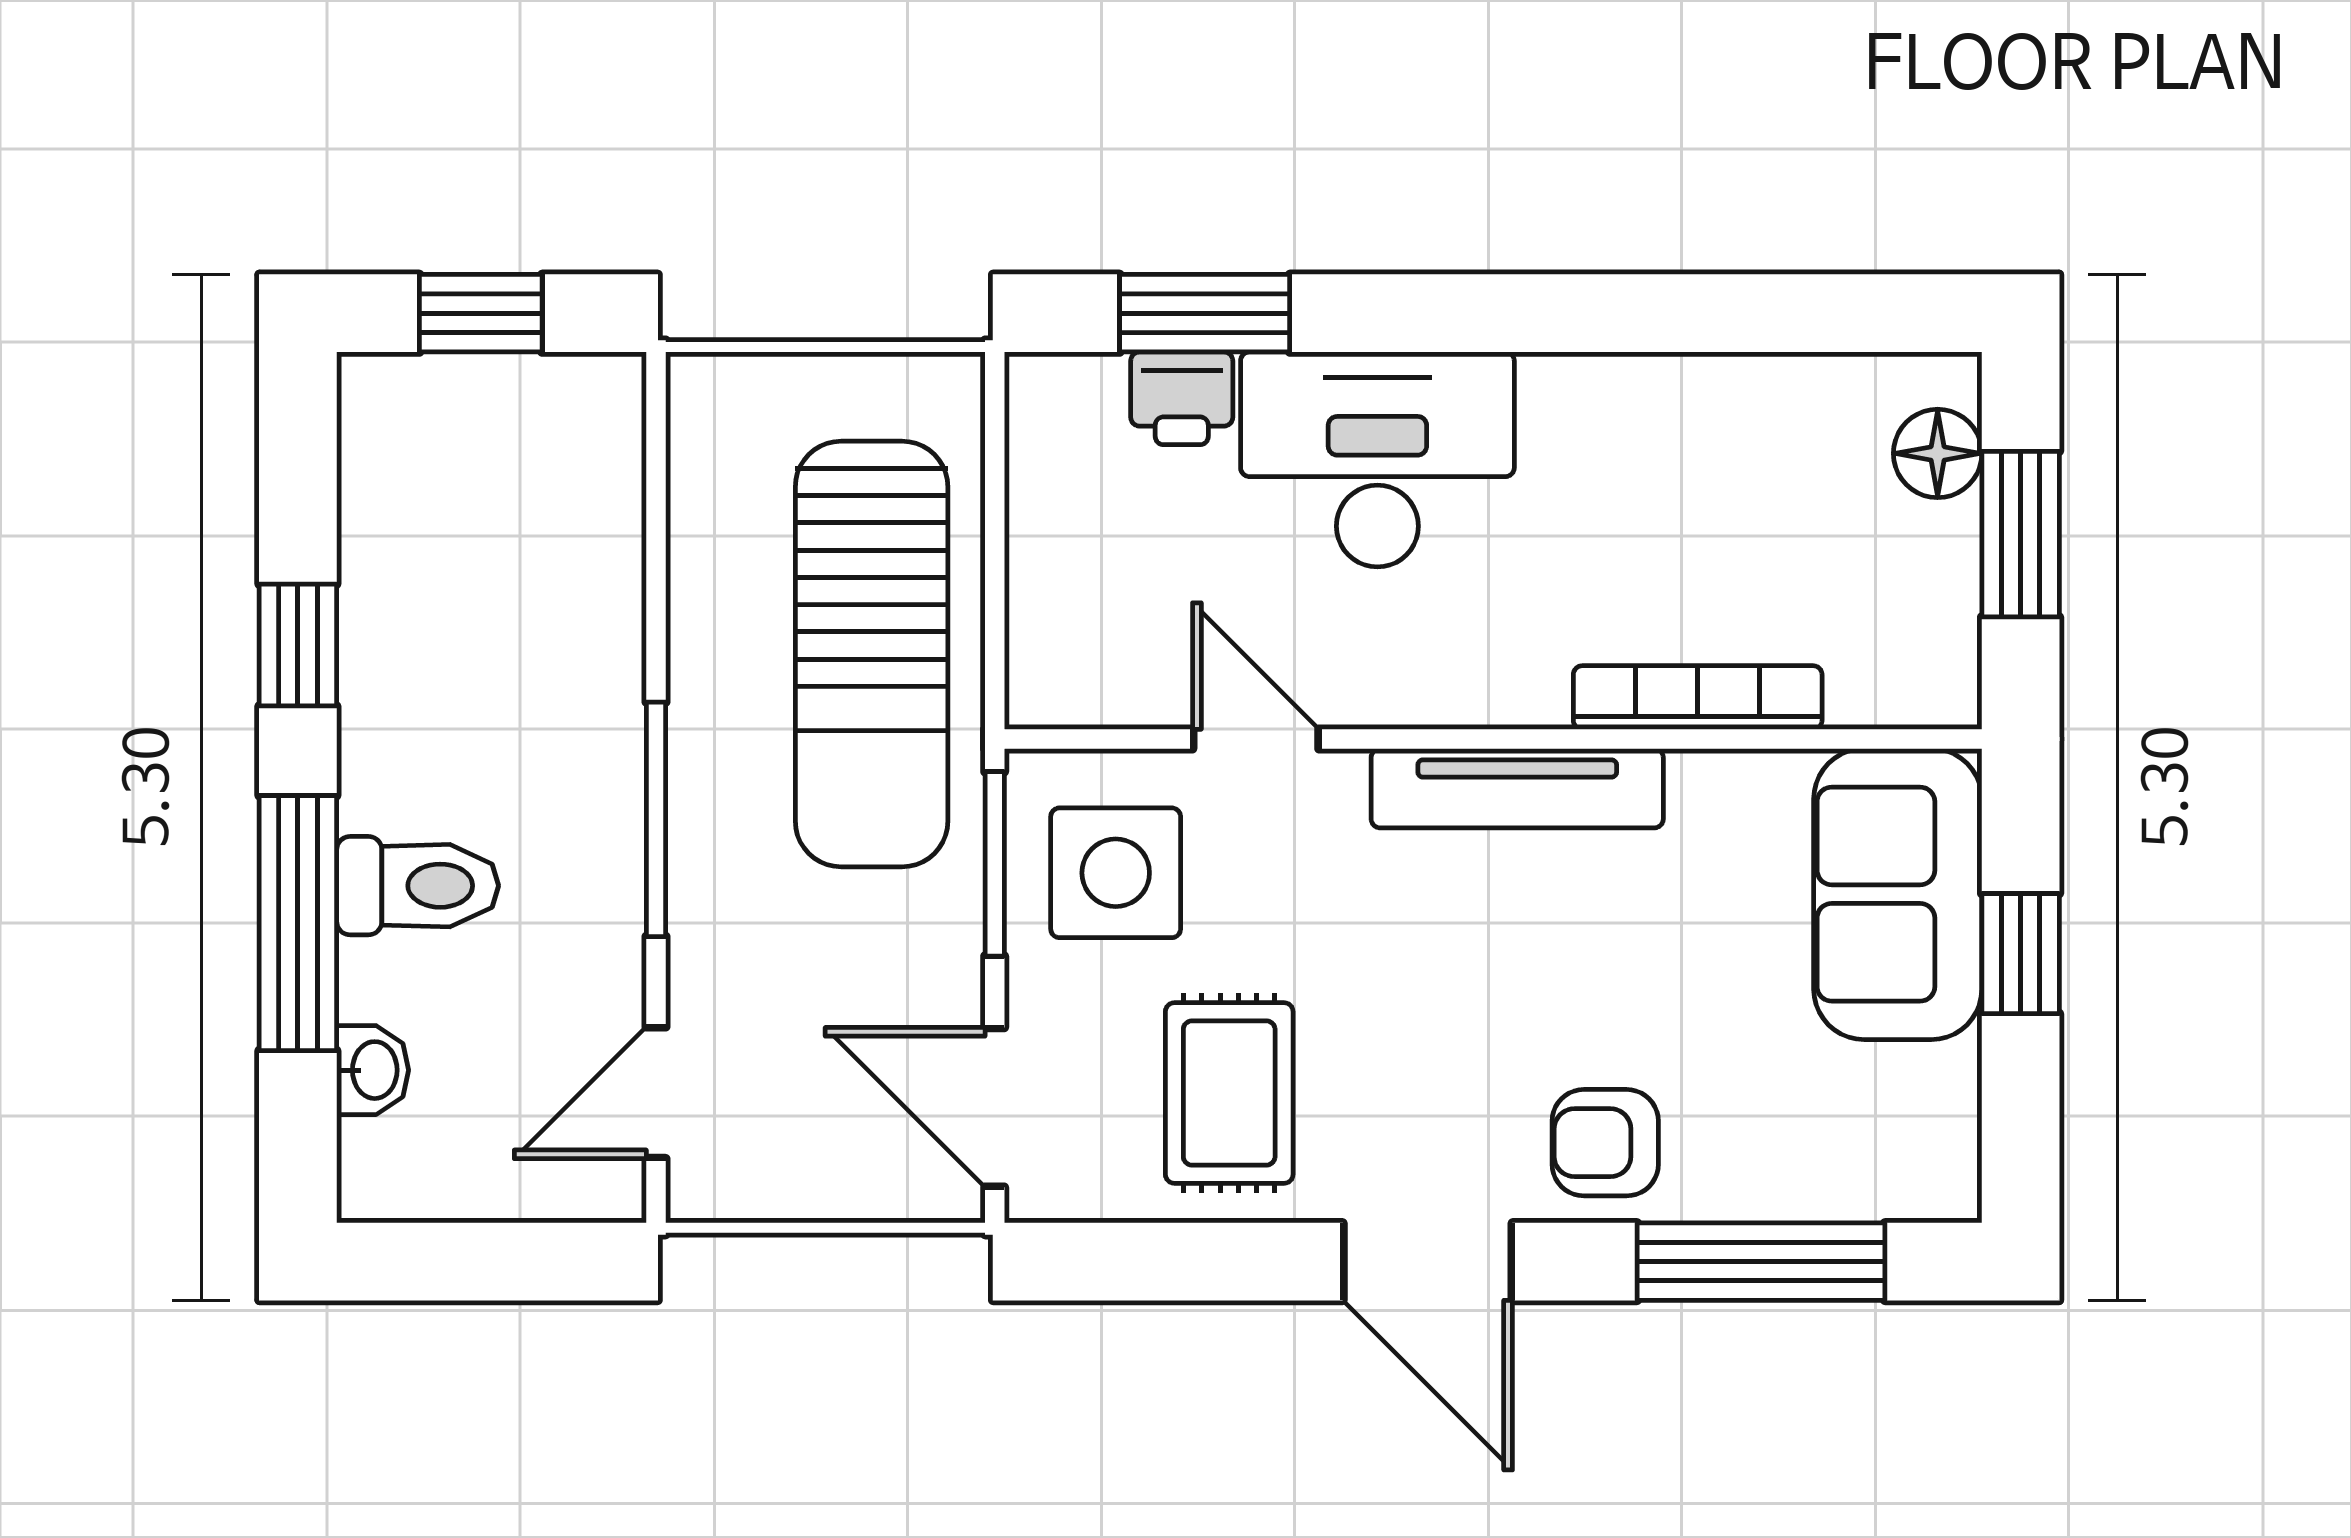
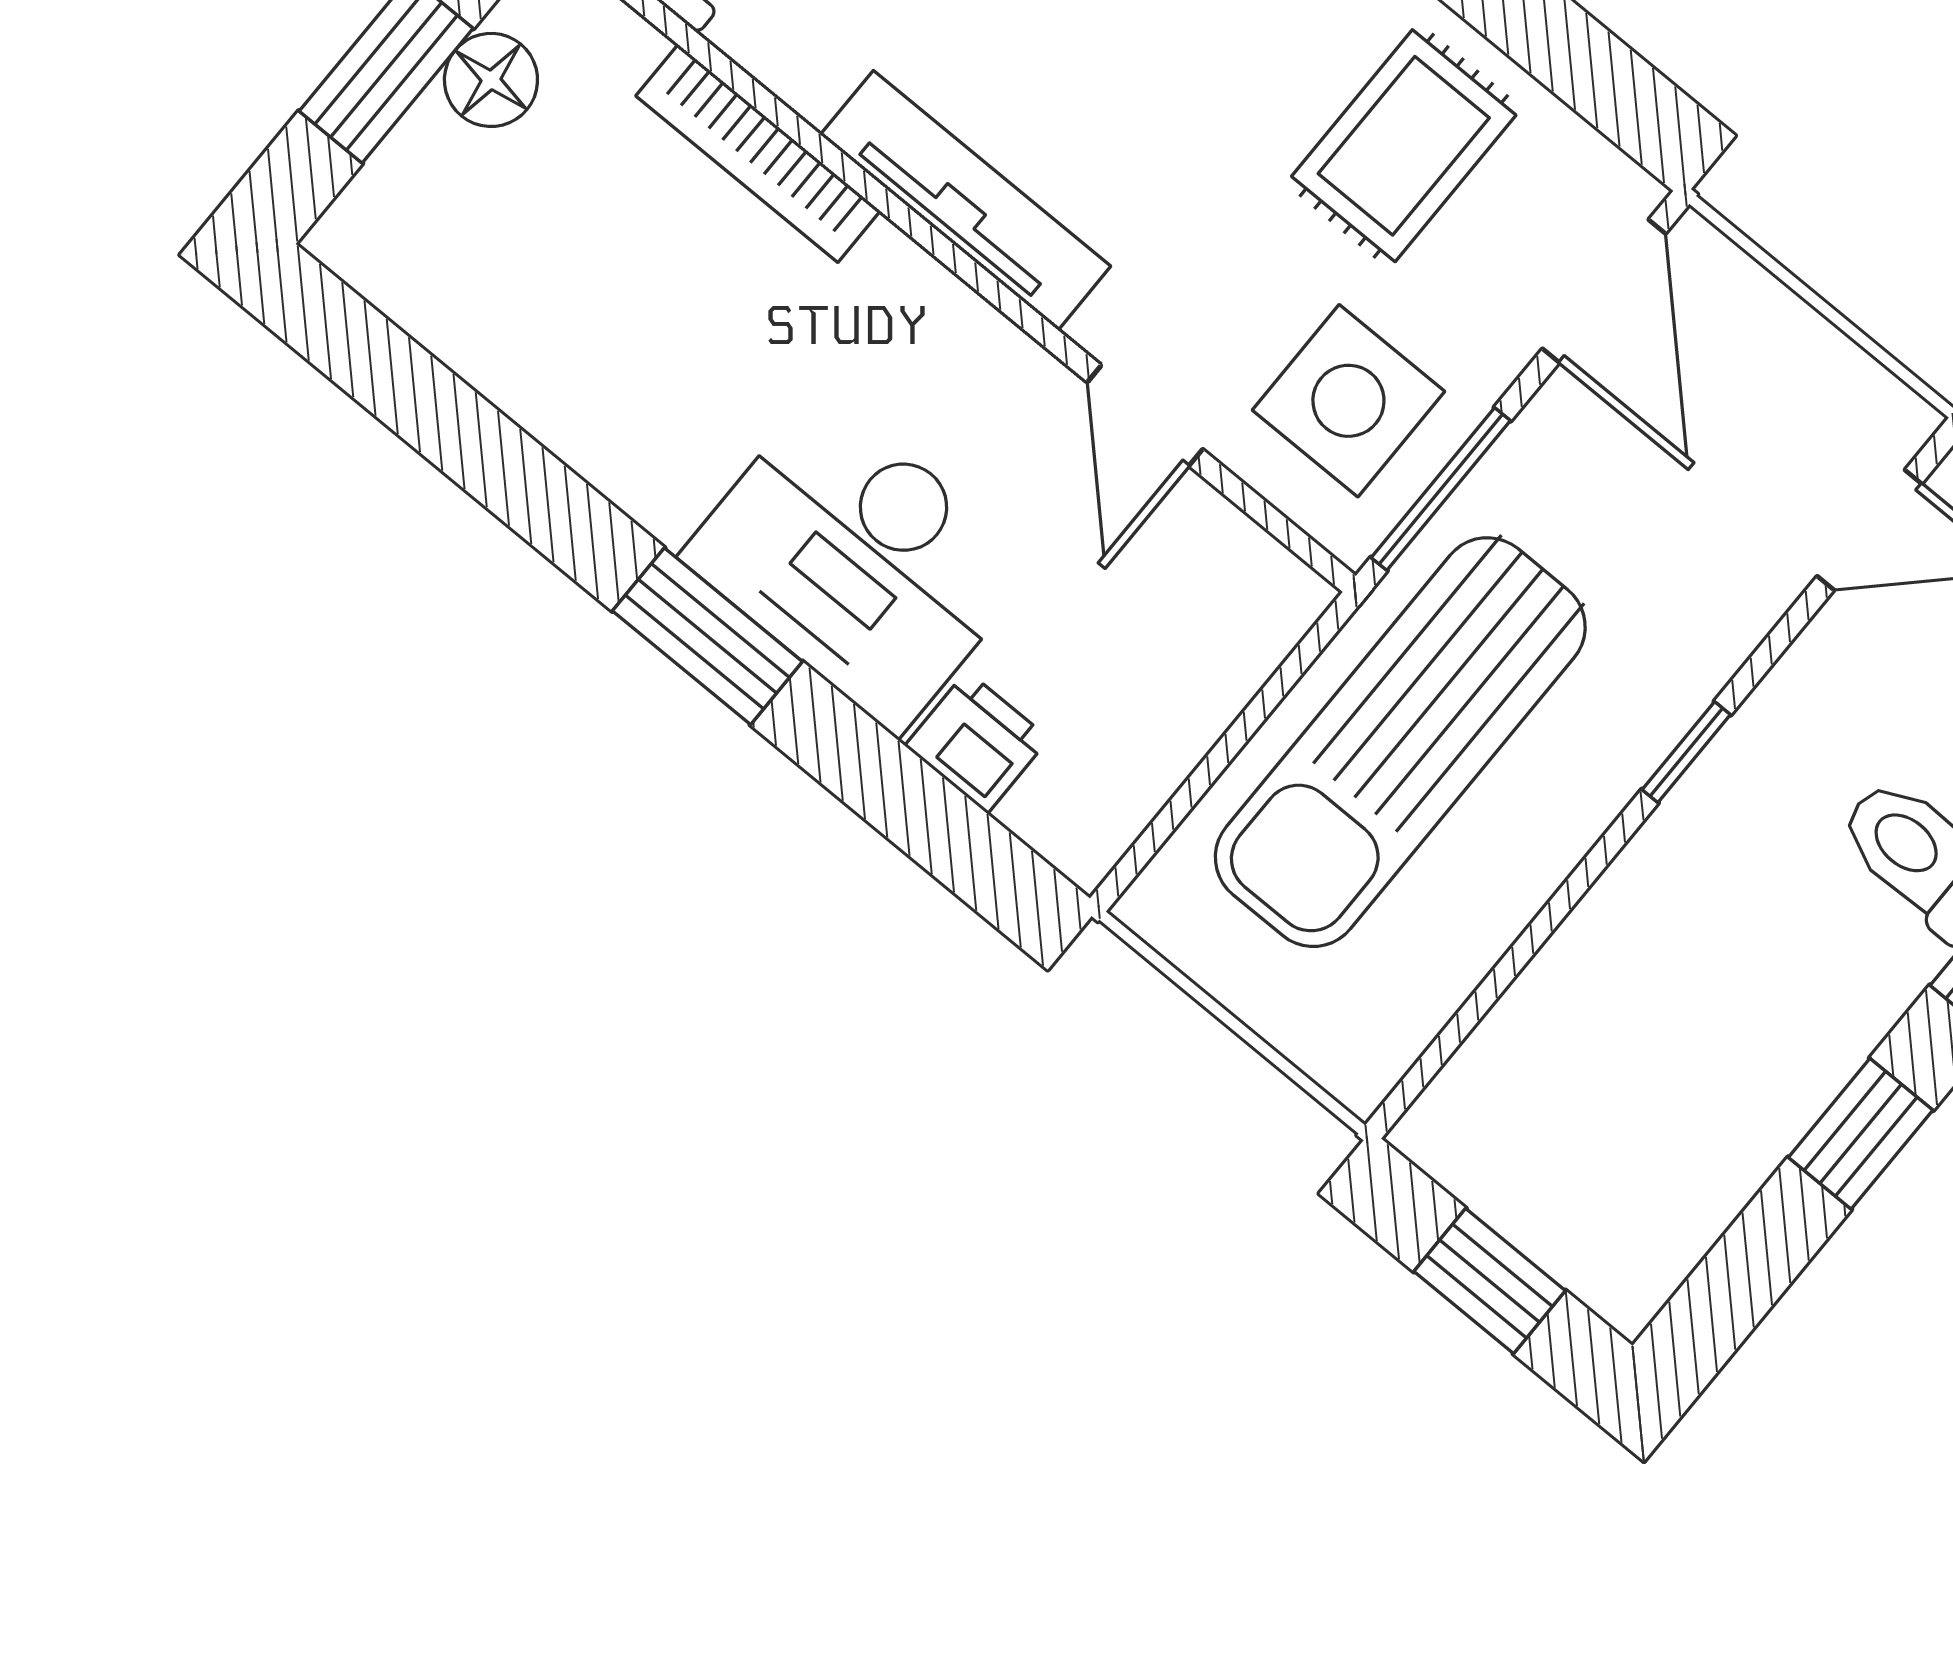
window: (1205, 313) -> (707, 636), moved
floor lamp: (1938, 453) -> (491, 80), moved
sun lounger: (872, 654) -> (1400, 742), turned 180
window: (656, 819) -> (1686, 752), width x0.46

